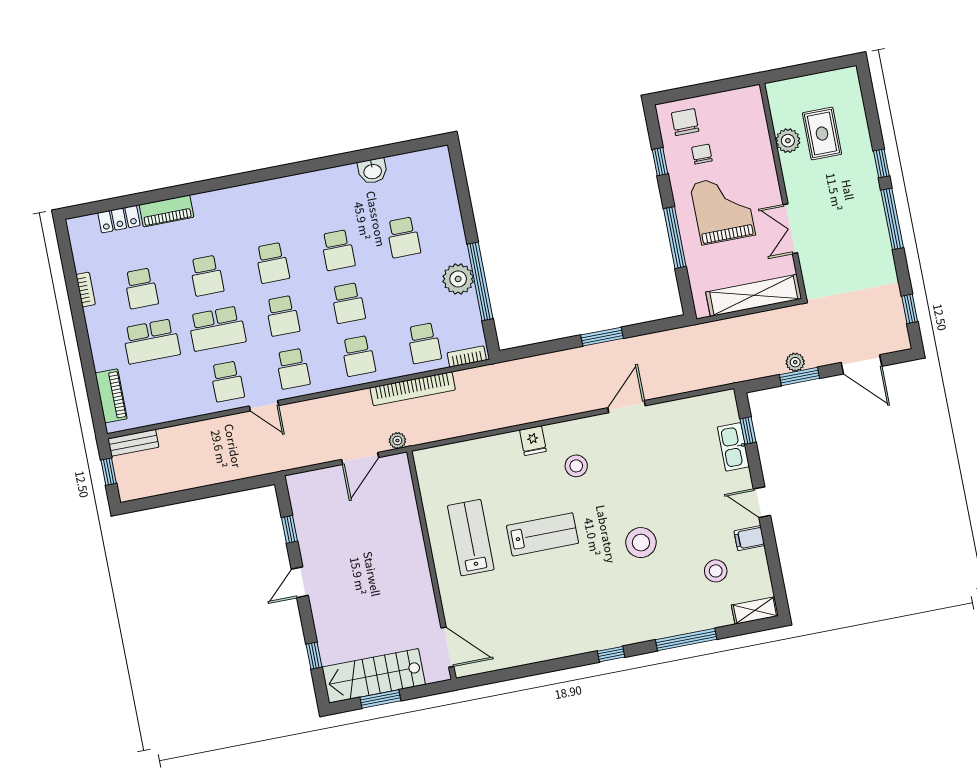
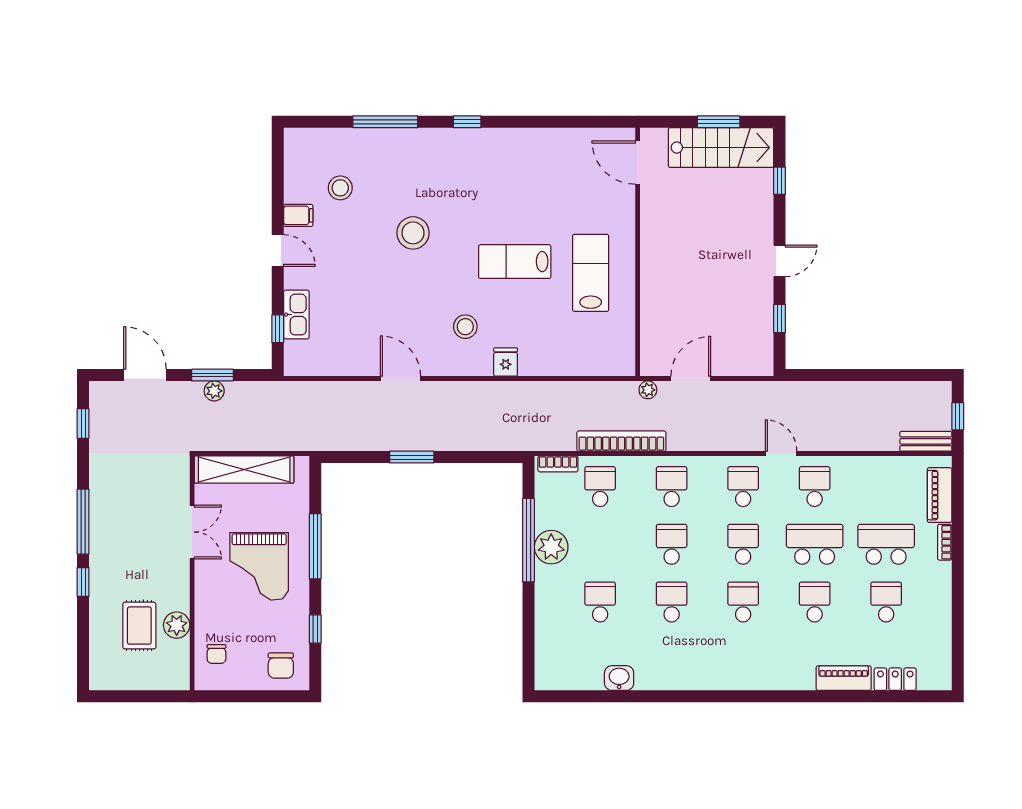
chair: (702, 154) -> (216, 654), moved
bookcase: (86, 290) -> (945, 542), moved
door: (626, 407) -> (400, 379), swing flipped
lab bench: (471, 538) -> (591, 273), turned 180
shelving: (755, 610) -> (307, 138), removed

